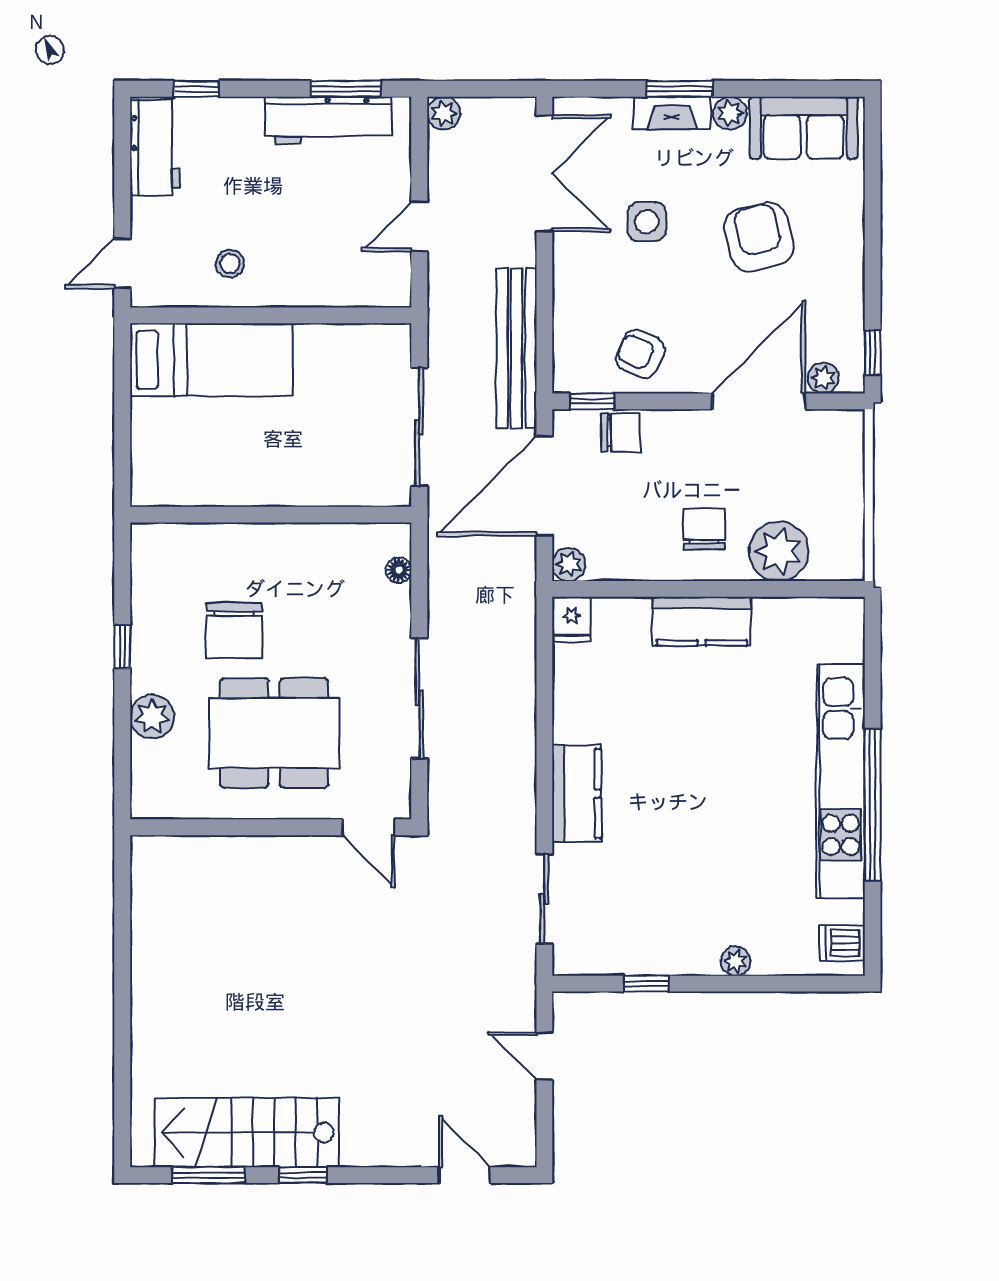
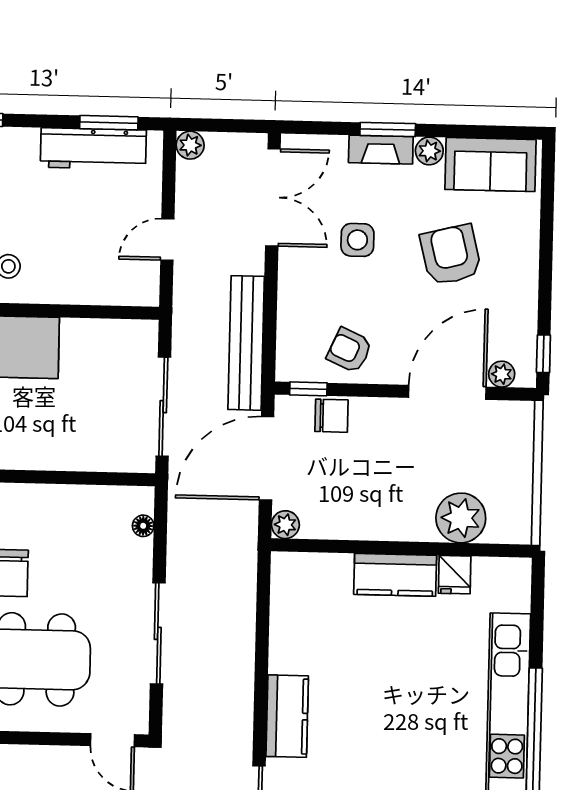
chair: (704, 529) -> (399, 498), removed
fridge: (571, 619) -> (455, 575), moved

